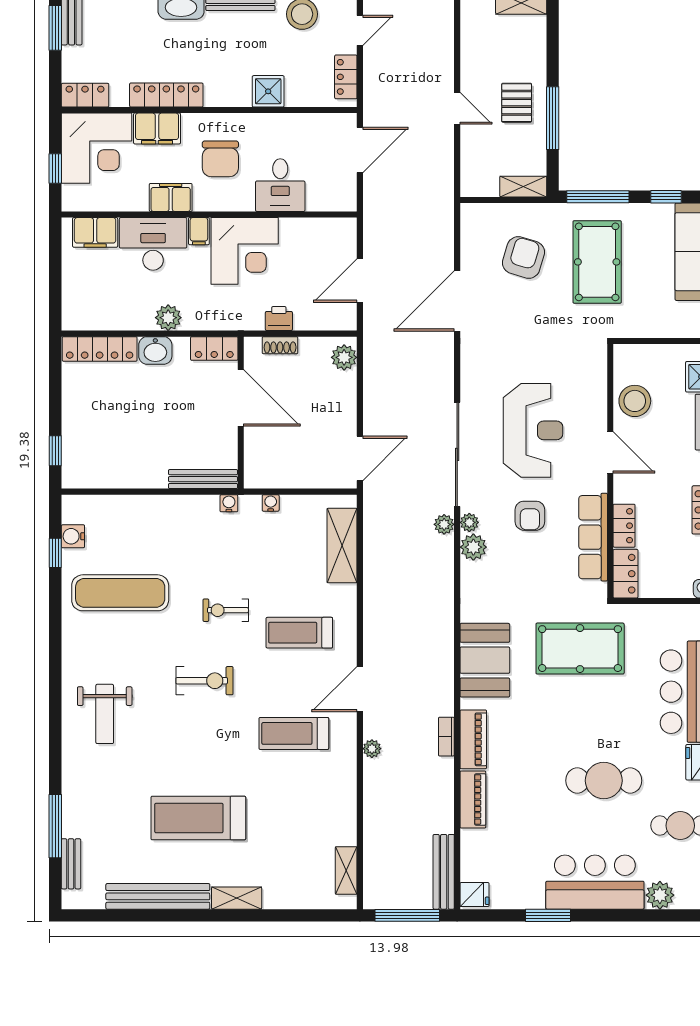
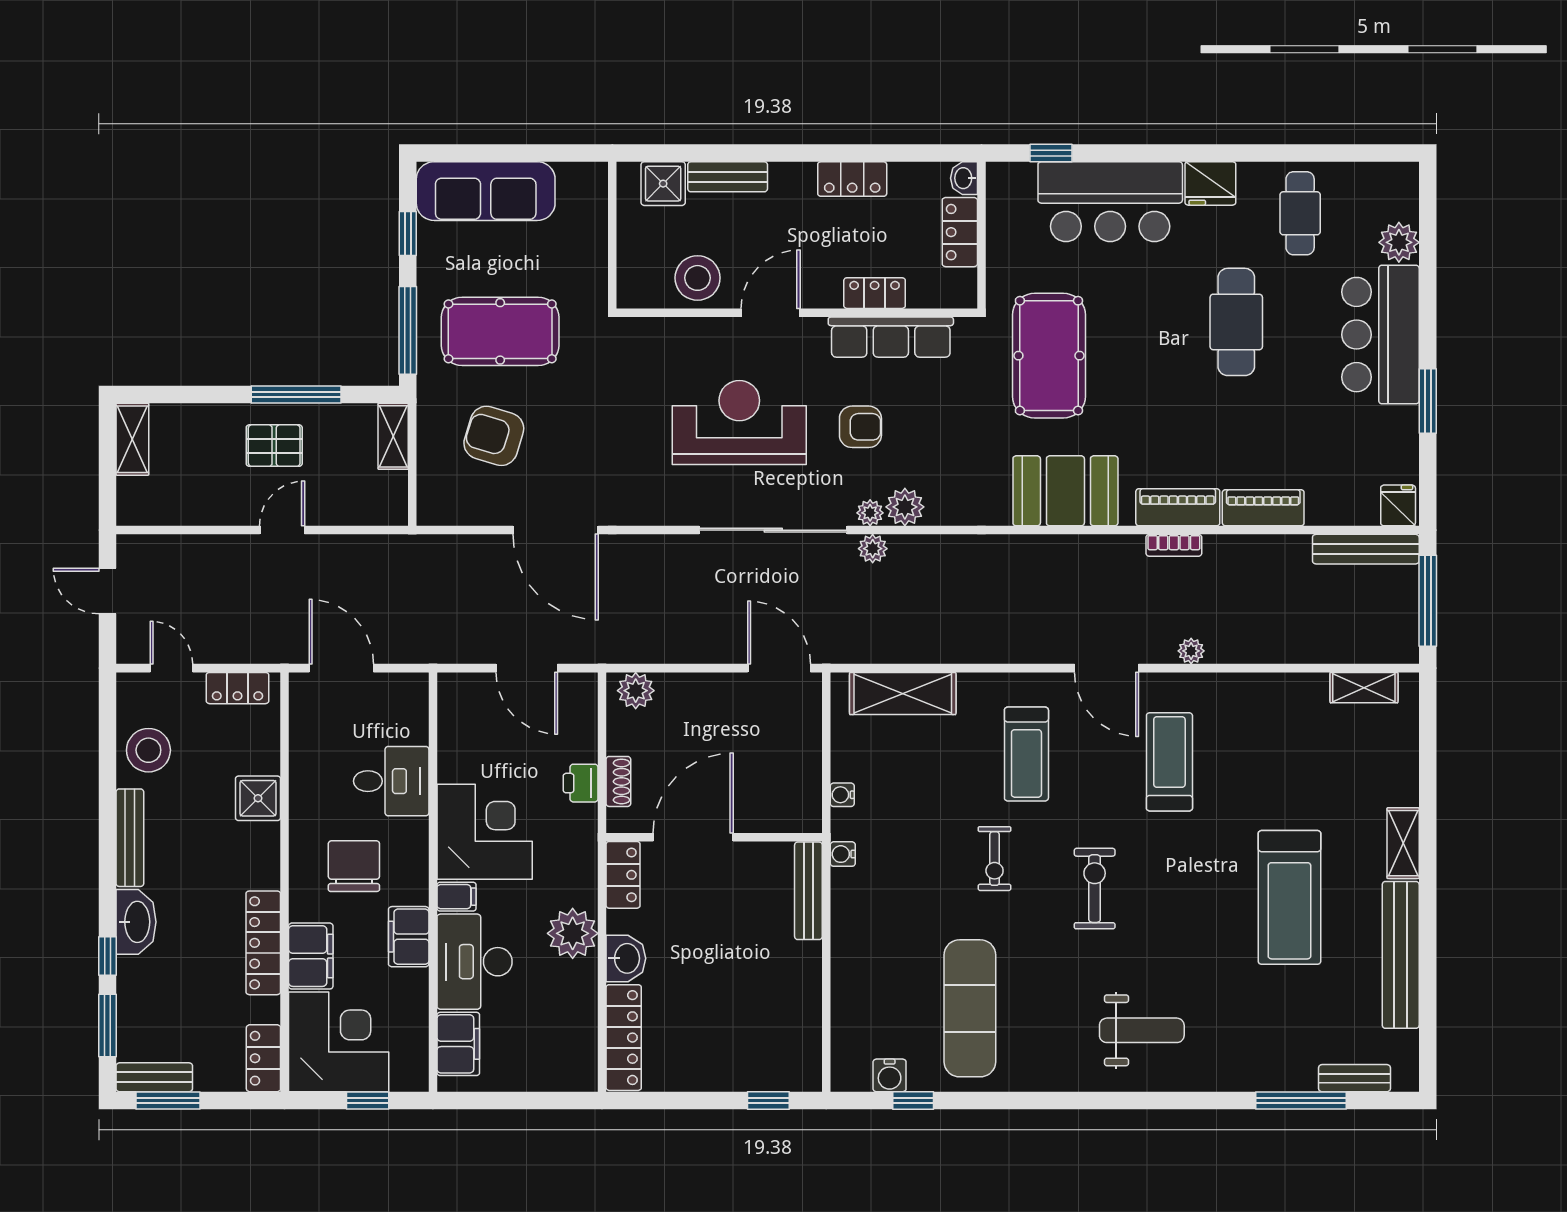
chair: (220, 159) -> (354, 866), turned -90
plant: (168, 318) -> (573, 933), width x1.36, depth x1.36
locker: (626, 574) -> (960, 232), moved, turned -90
treadmill: (294, 733) -> (1169, 762), turned 180

